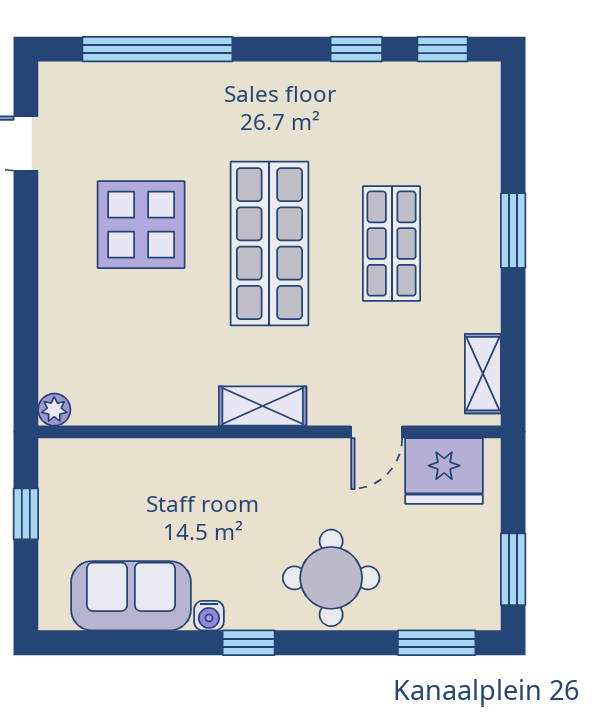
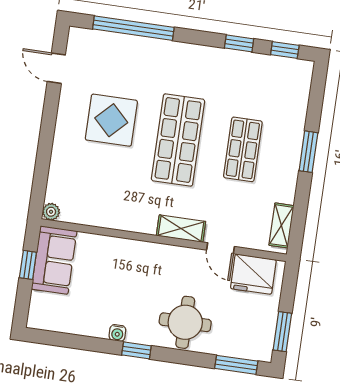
shelving: (263, 406) -> (181, 229), moved
door: (377, 432) -> (221, 248), hinge flipped
sofa: (131, 596) -> (54, 260), moved, turned 90

